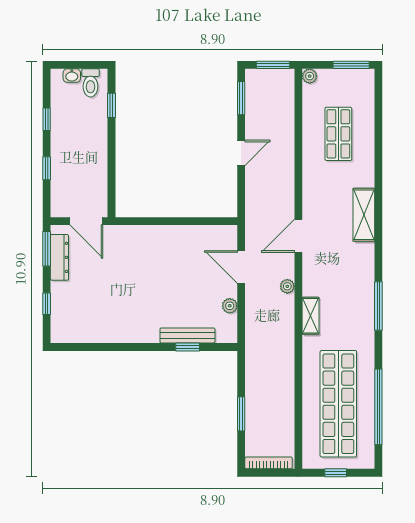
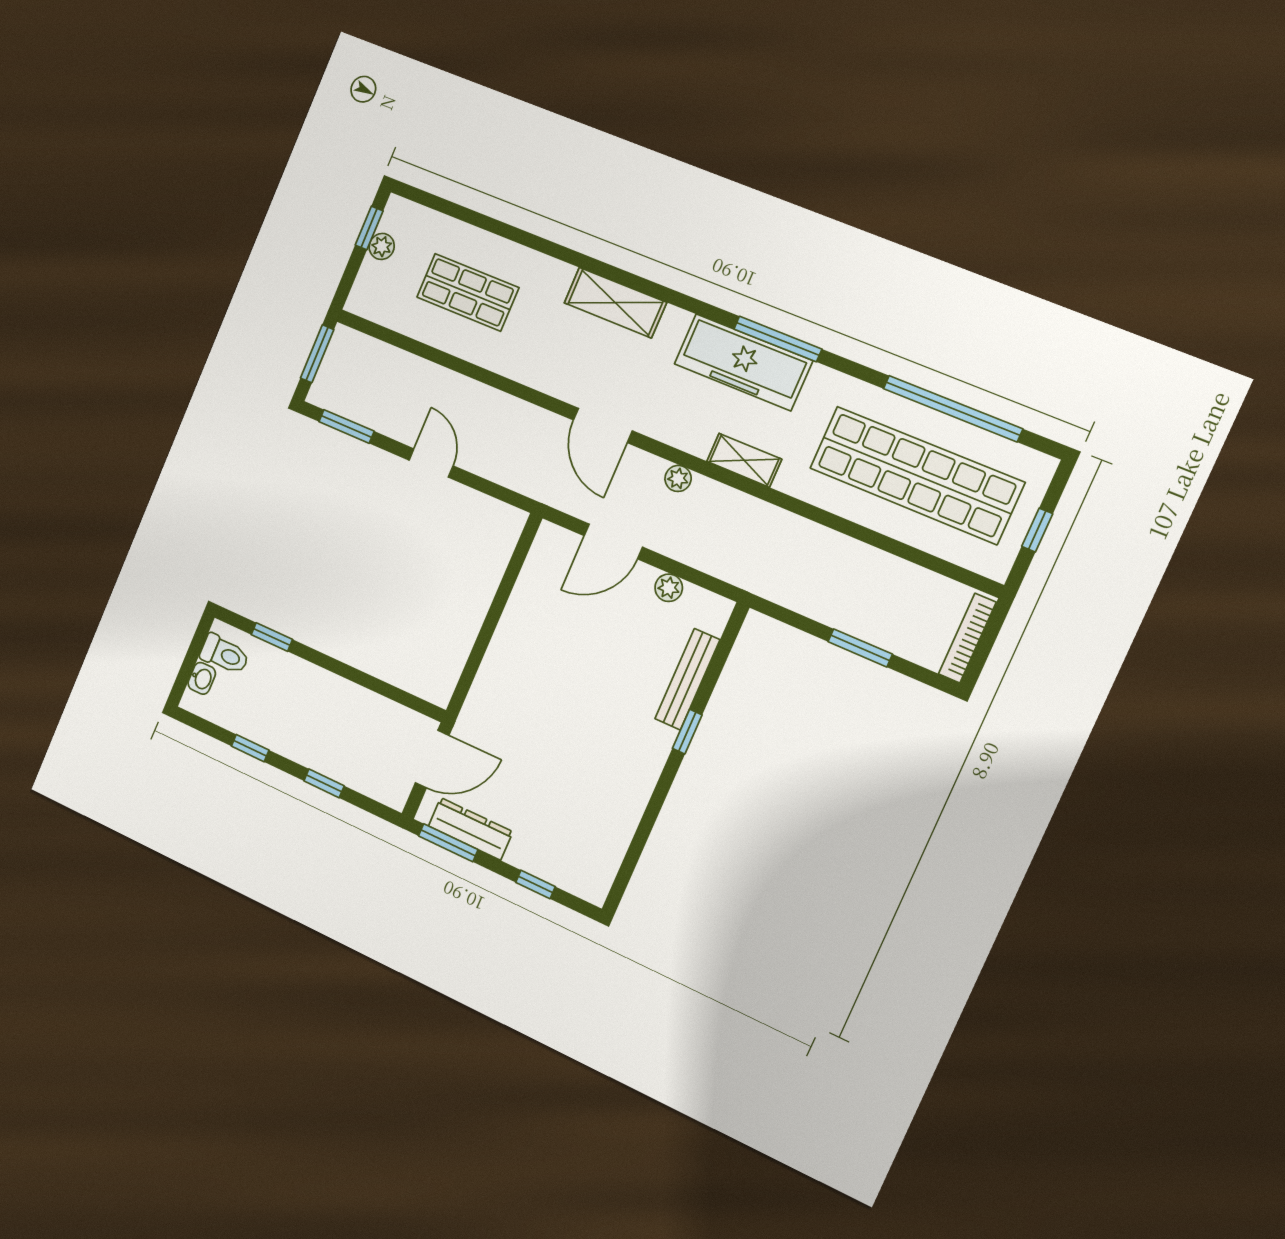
window: (351, 65) -> (369, 228), width x0.67
plant: (310, 76) -> (382, 246), moved
freezer: (360, 294) -> (743, 362), added
window: (188, 347) -> (687, 732), moved

